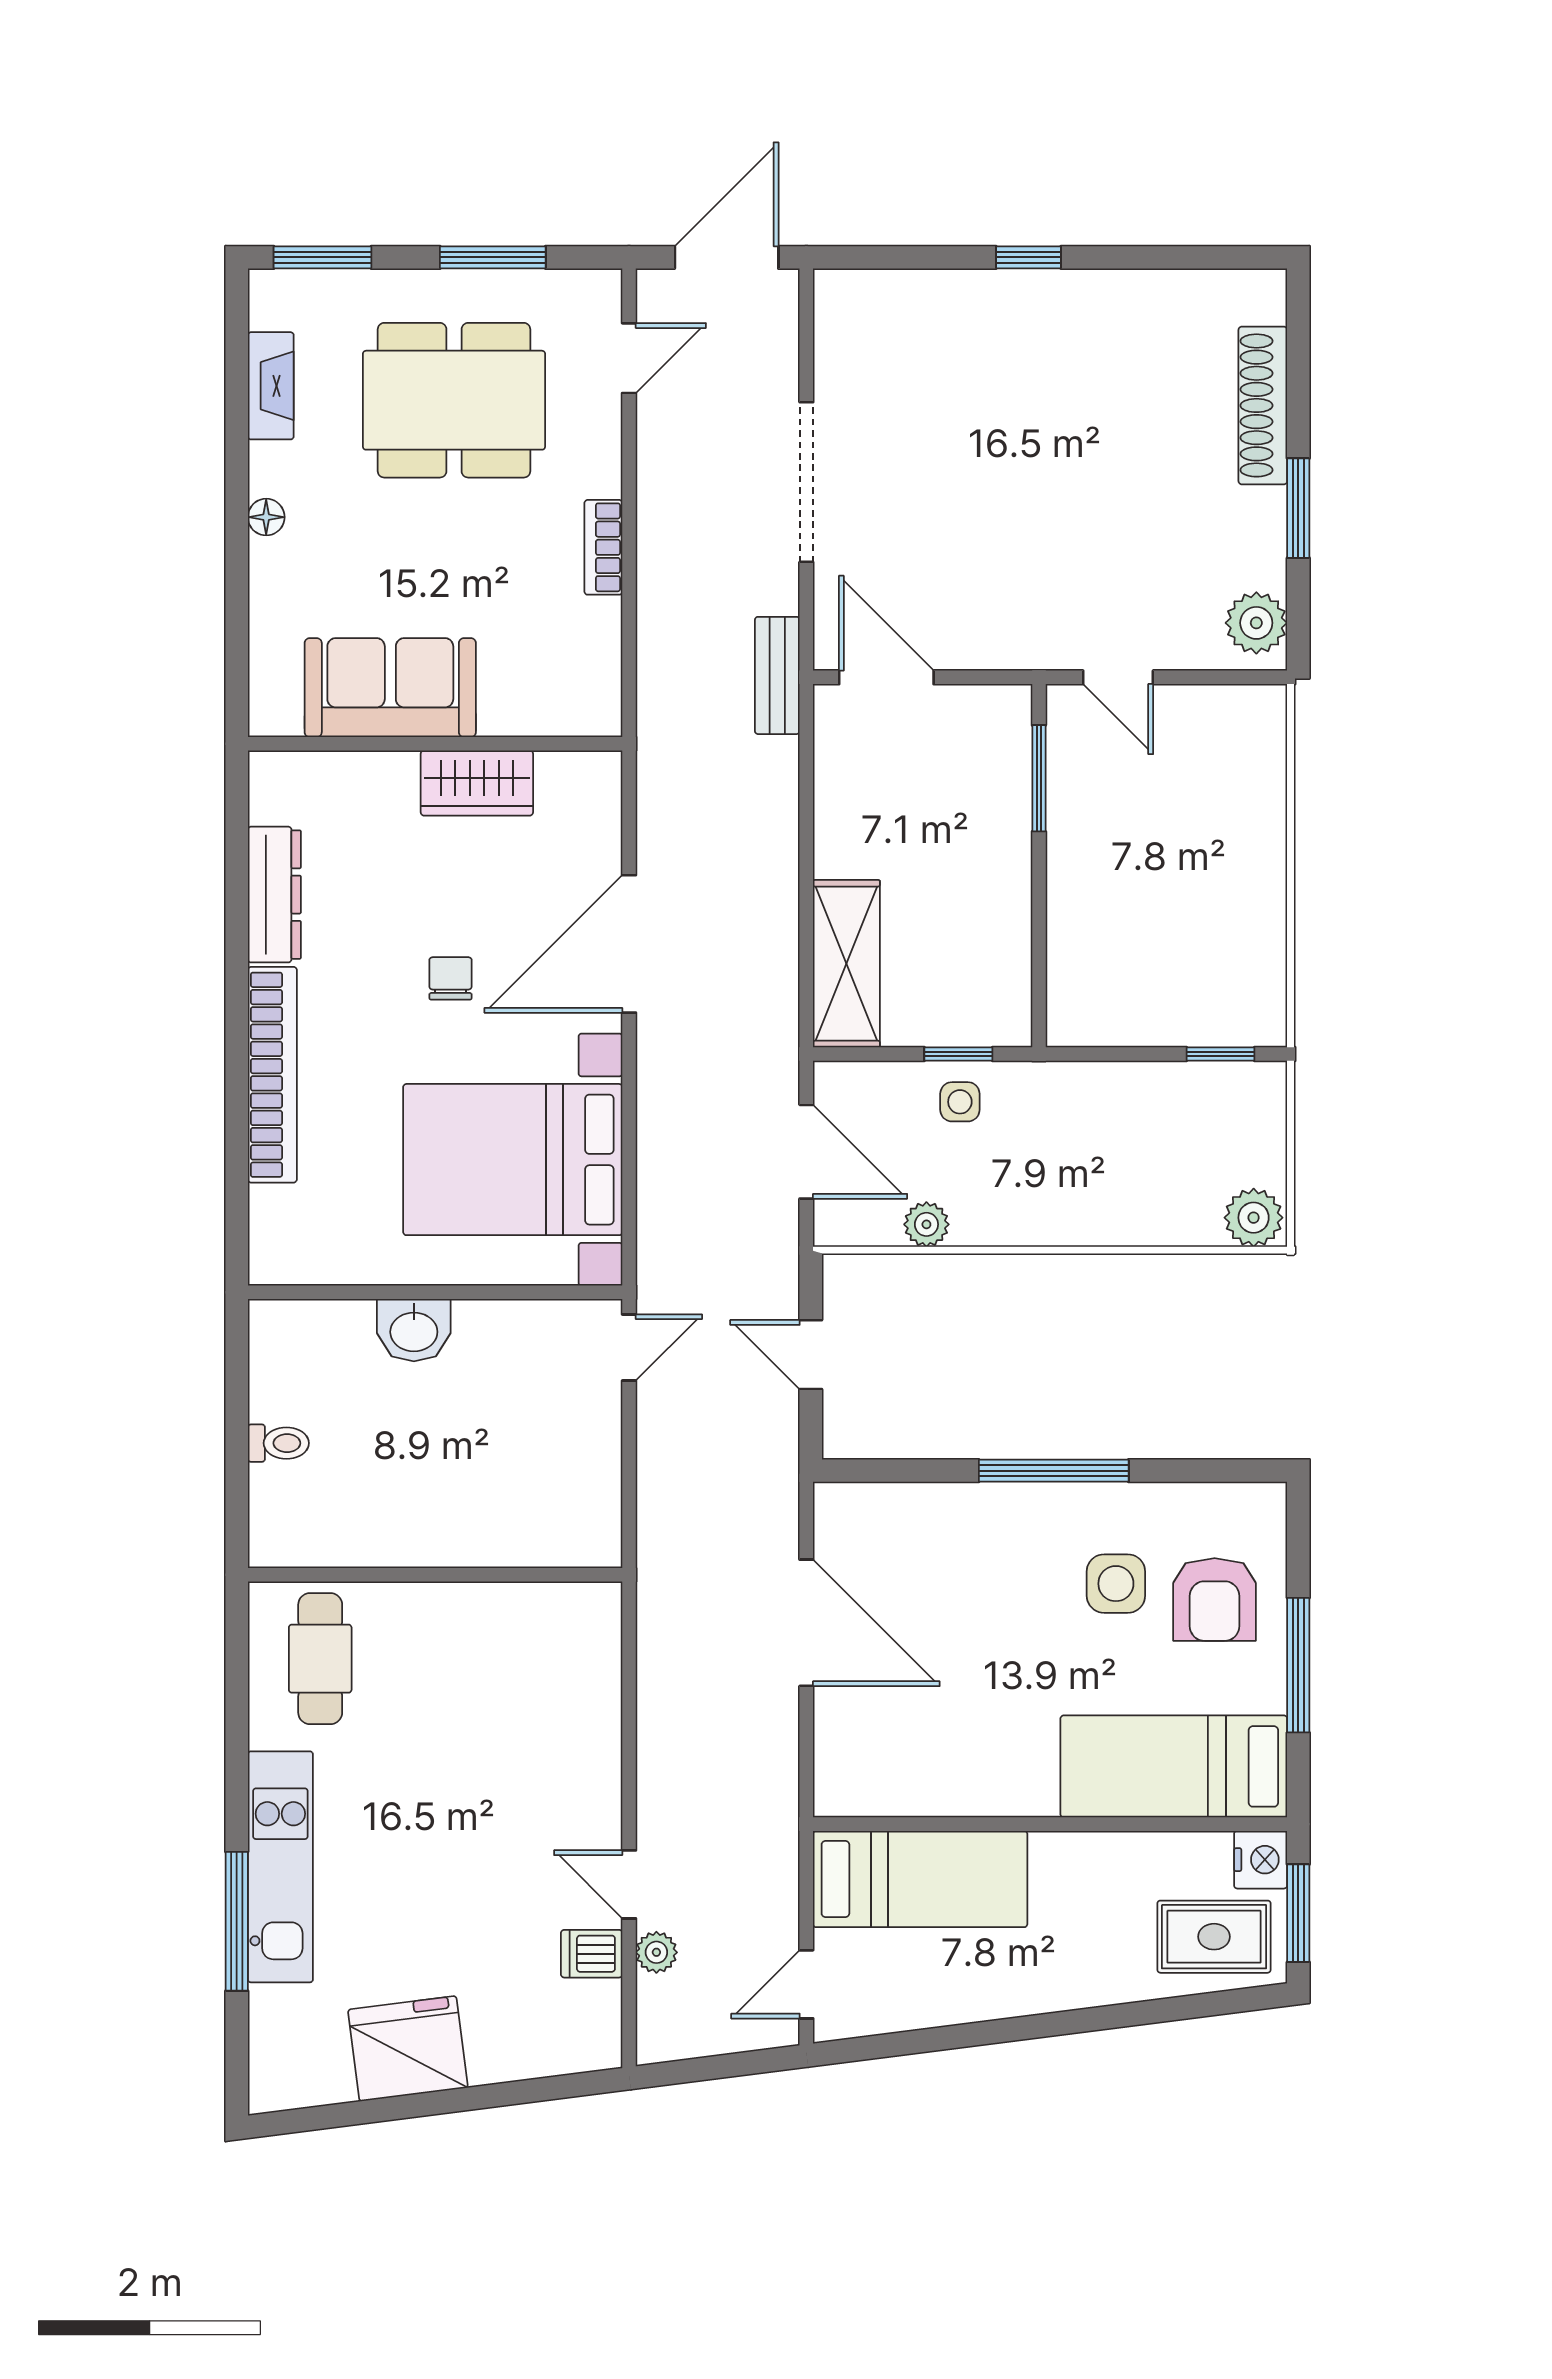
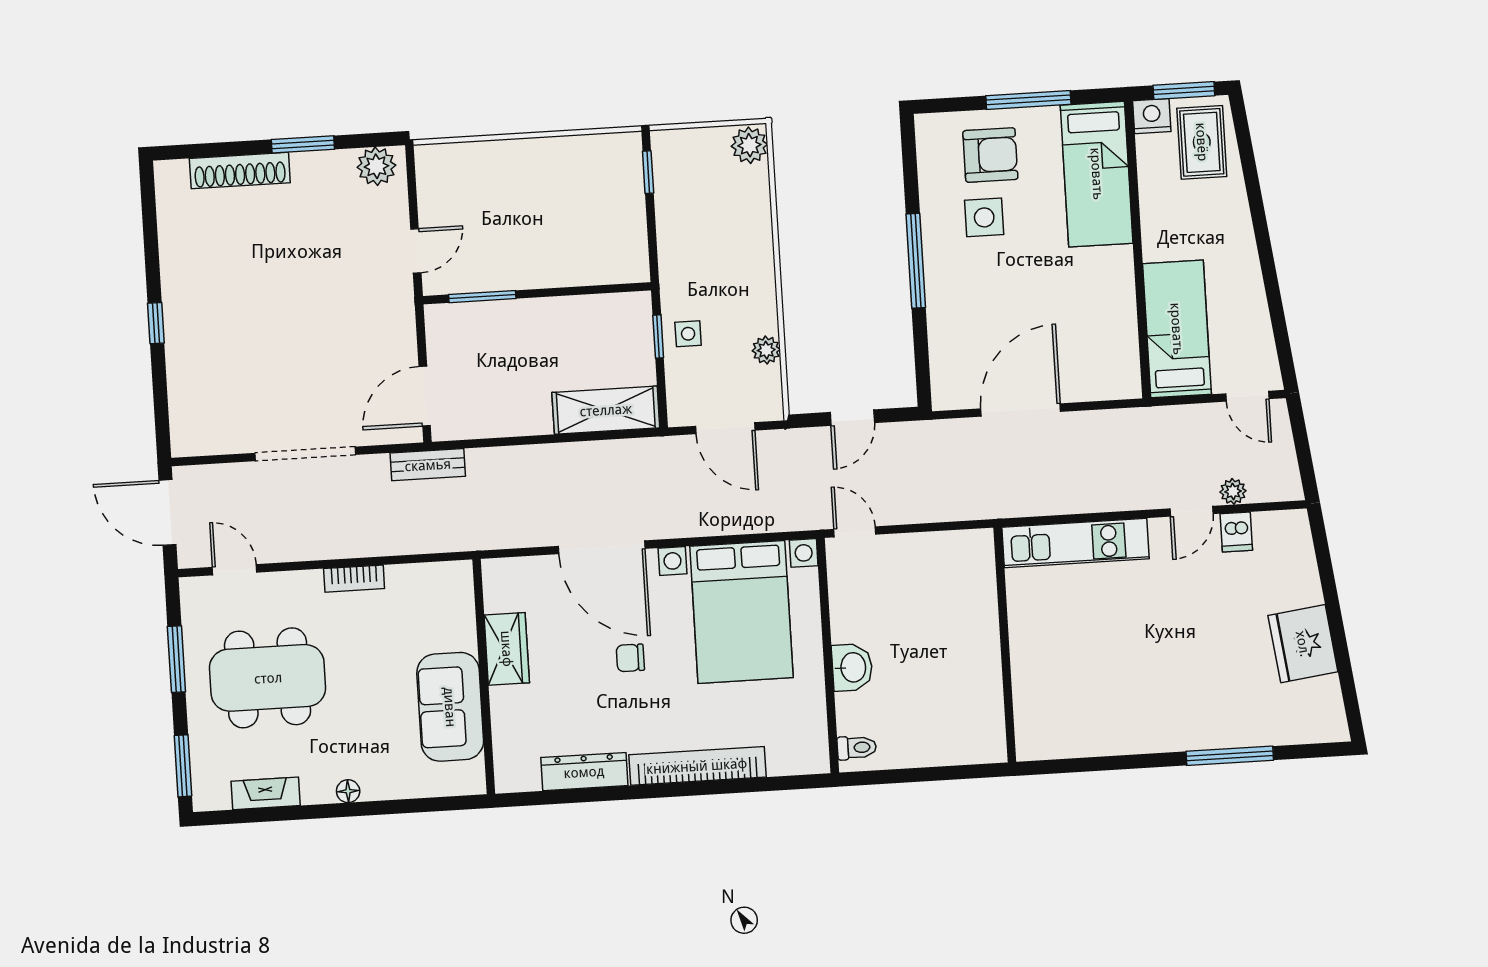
dining table: (454, 400) -> (268, 678), turned 90
door: (806, 1152) -> (725, 428), swing flipped
toilet: (278, 1443) -> (857, 748), moved, turned 90
cafe table: (320, 1659) -> (1062, 714), removed
kitchen unit: (280, 1867) -> (1075, 543), moved, turned 180

